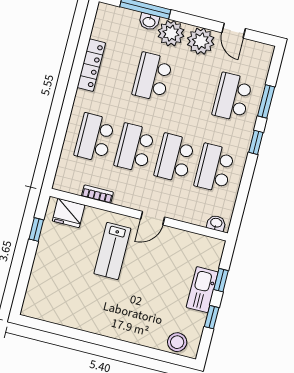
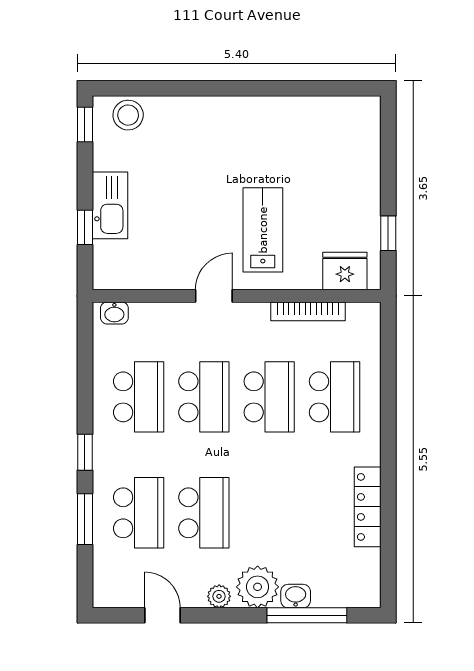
plant: (201, 41) -> (219, 596), width x0.53, depth x0.53
school desk: (152, 77) -> (204, 513), moved
bookcase: (97, 194) -> (308, 311), width x1.56
window: (212, 317) -> (85, 124), moved

